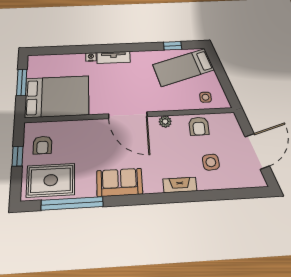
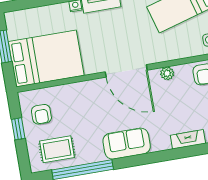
rug: (51, 180) -> (57, 149), width x0.73, depth x0.70

